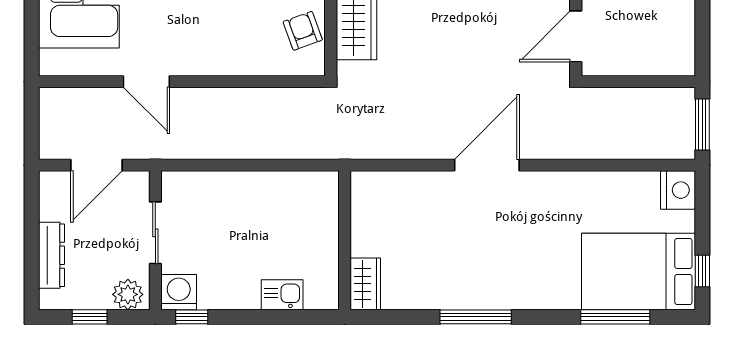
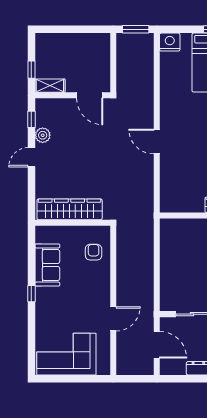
armchair: (303, 31) -> (94, 252), moved, turned 110
door: (487, 165) -> (157, 142), width x0.73

